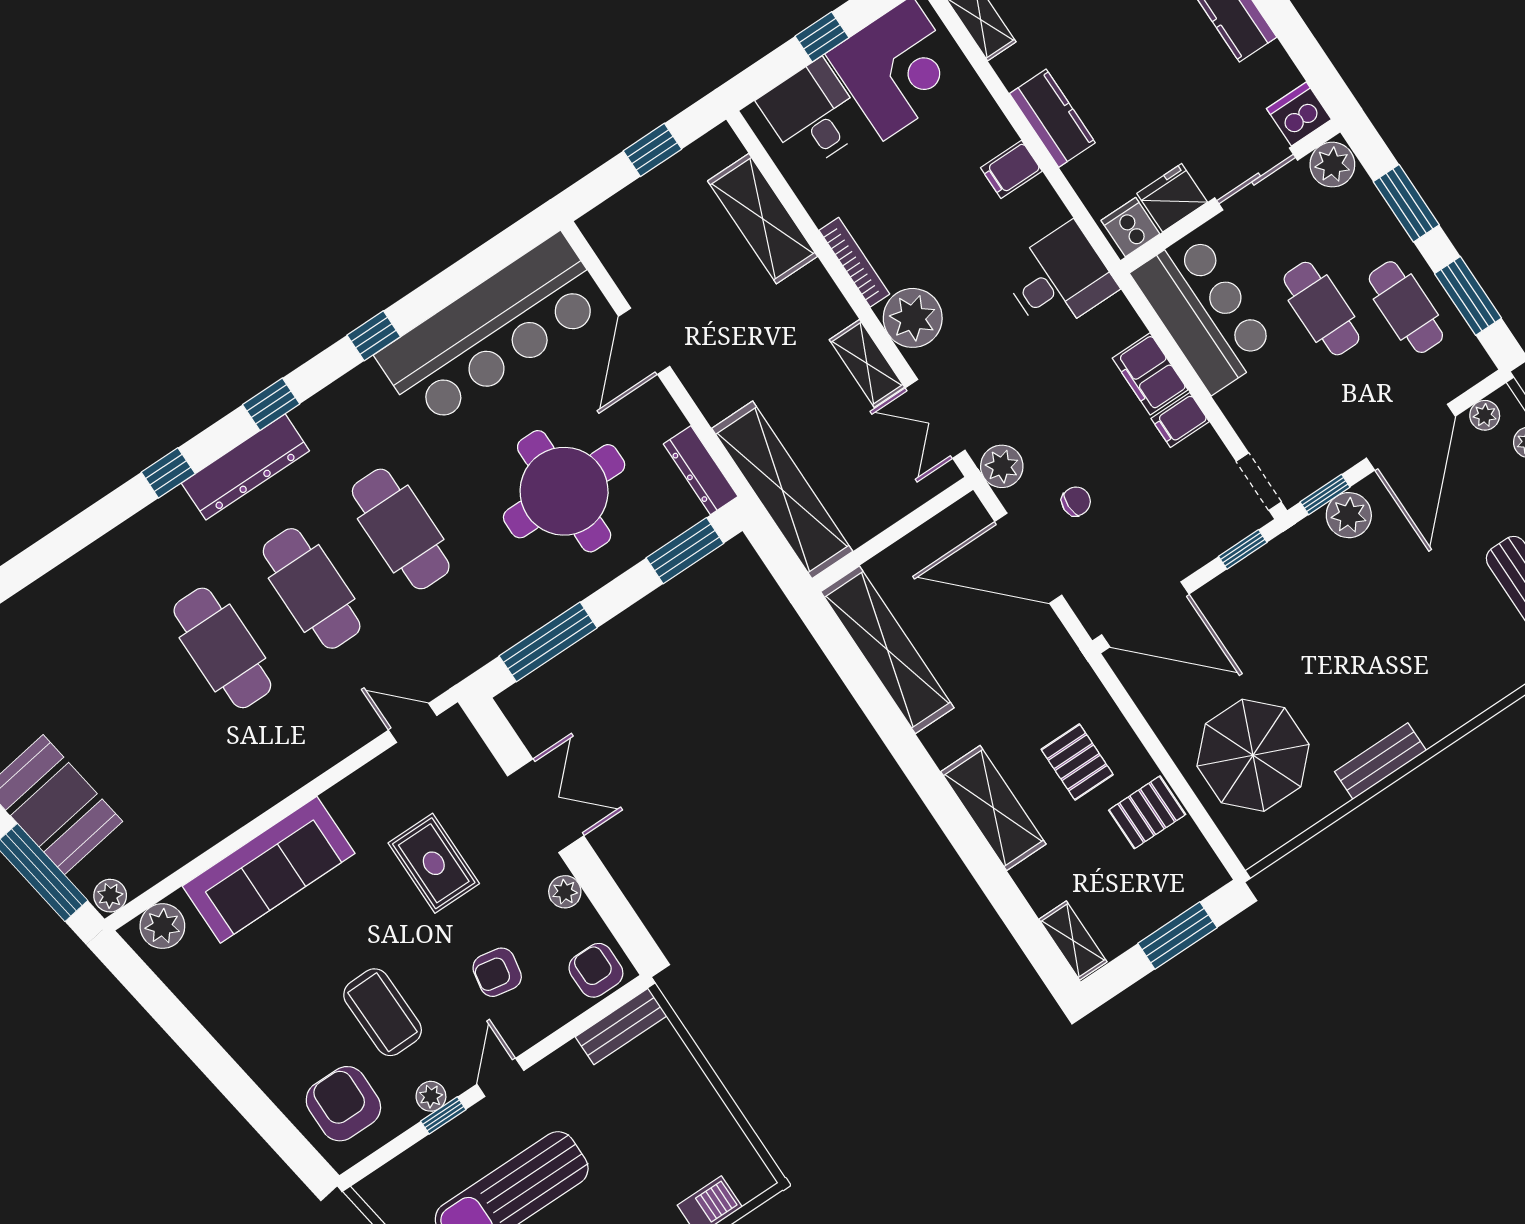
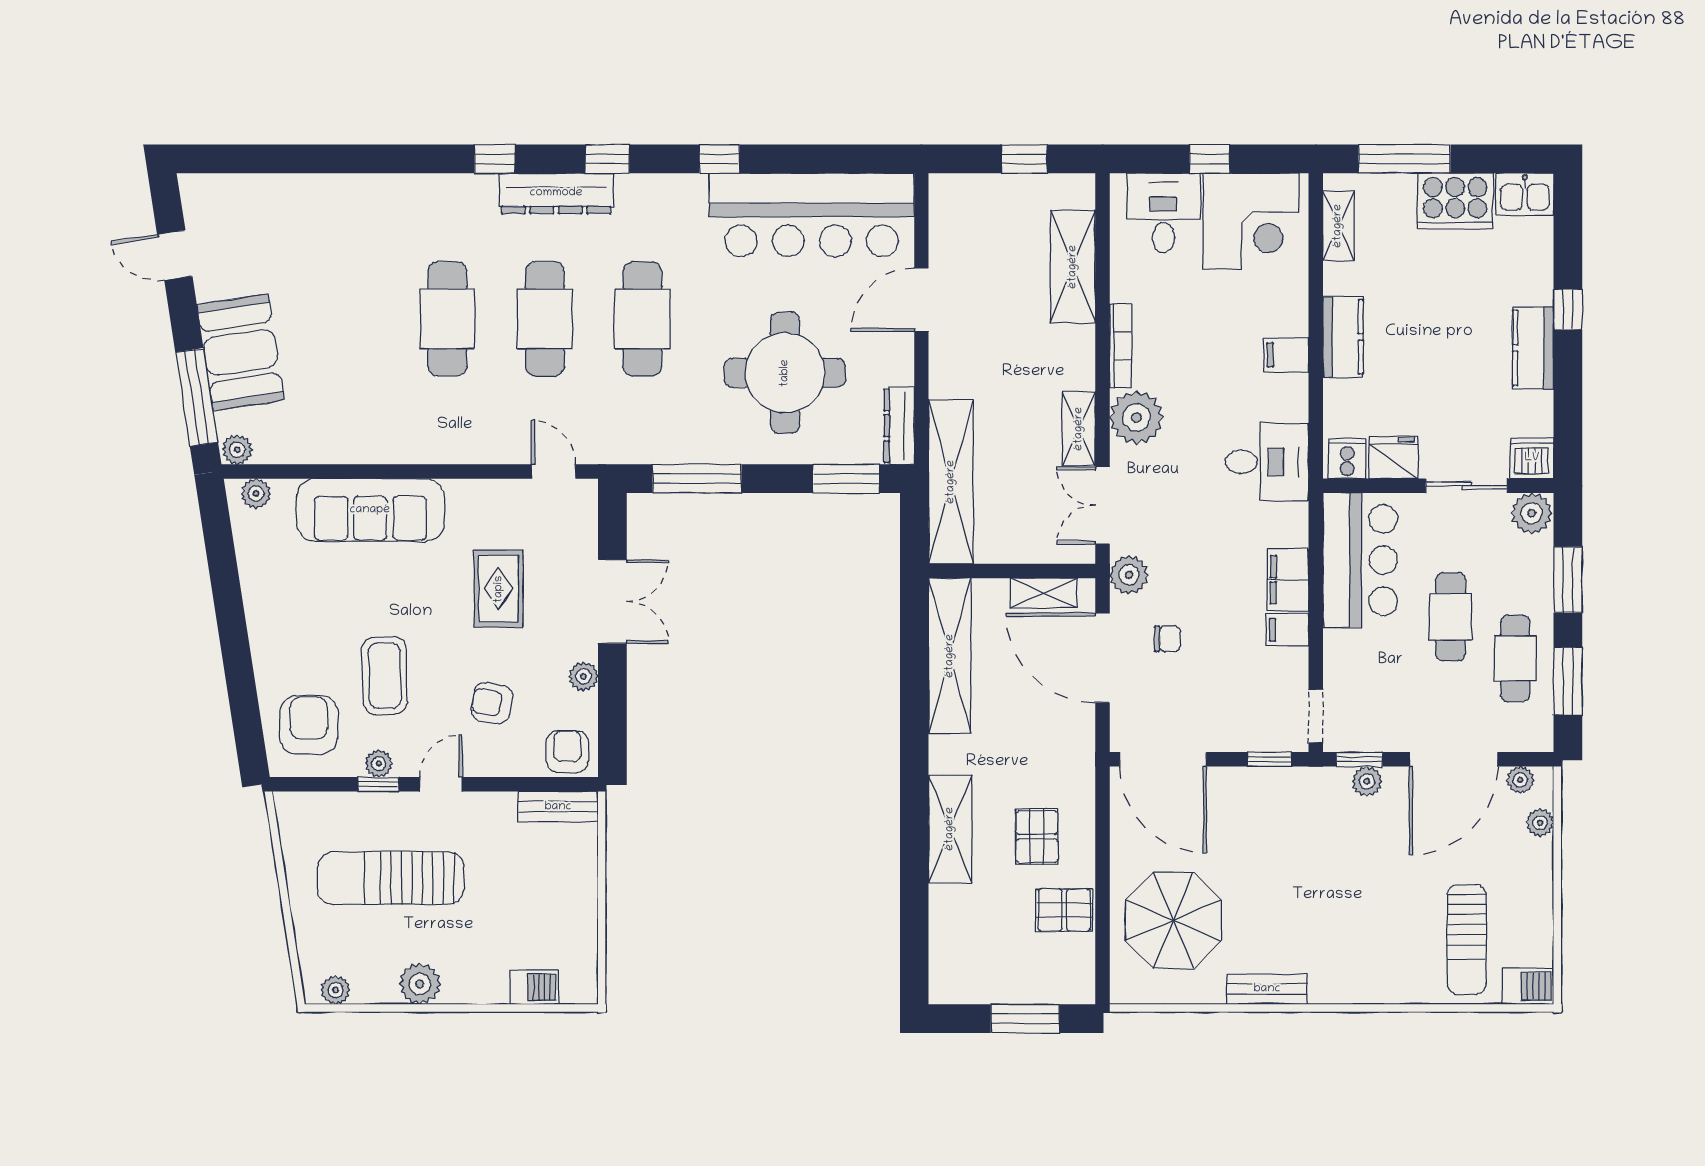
plant: (1349, 515) -> (1367, 781), width x0.73, depth x0.73
plant: (162, 926) -> (256, 493), width x0.73, depth x0.73
shelving: (1073, 941) -> (1044, 593), moved, turned 90

